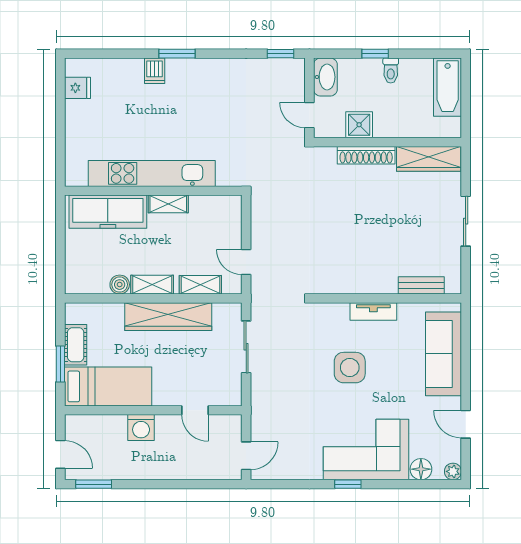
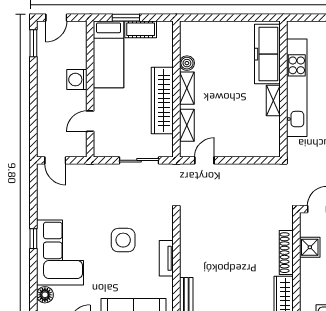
kitchen unit: (152, 173) -> (297, 88), moved
wall: (153, 191) -> (283, 89), moved
shelving: (168, 204) -> (273, 100), moved
freezer: (108, 212) -> (267, 54), moved

